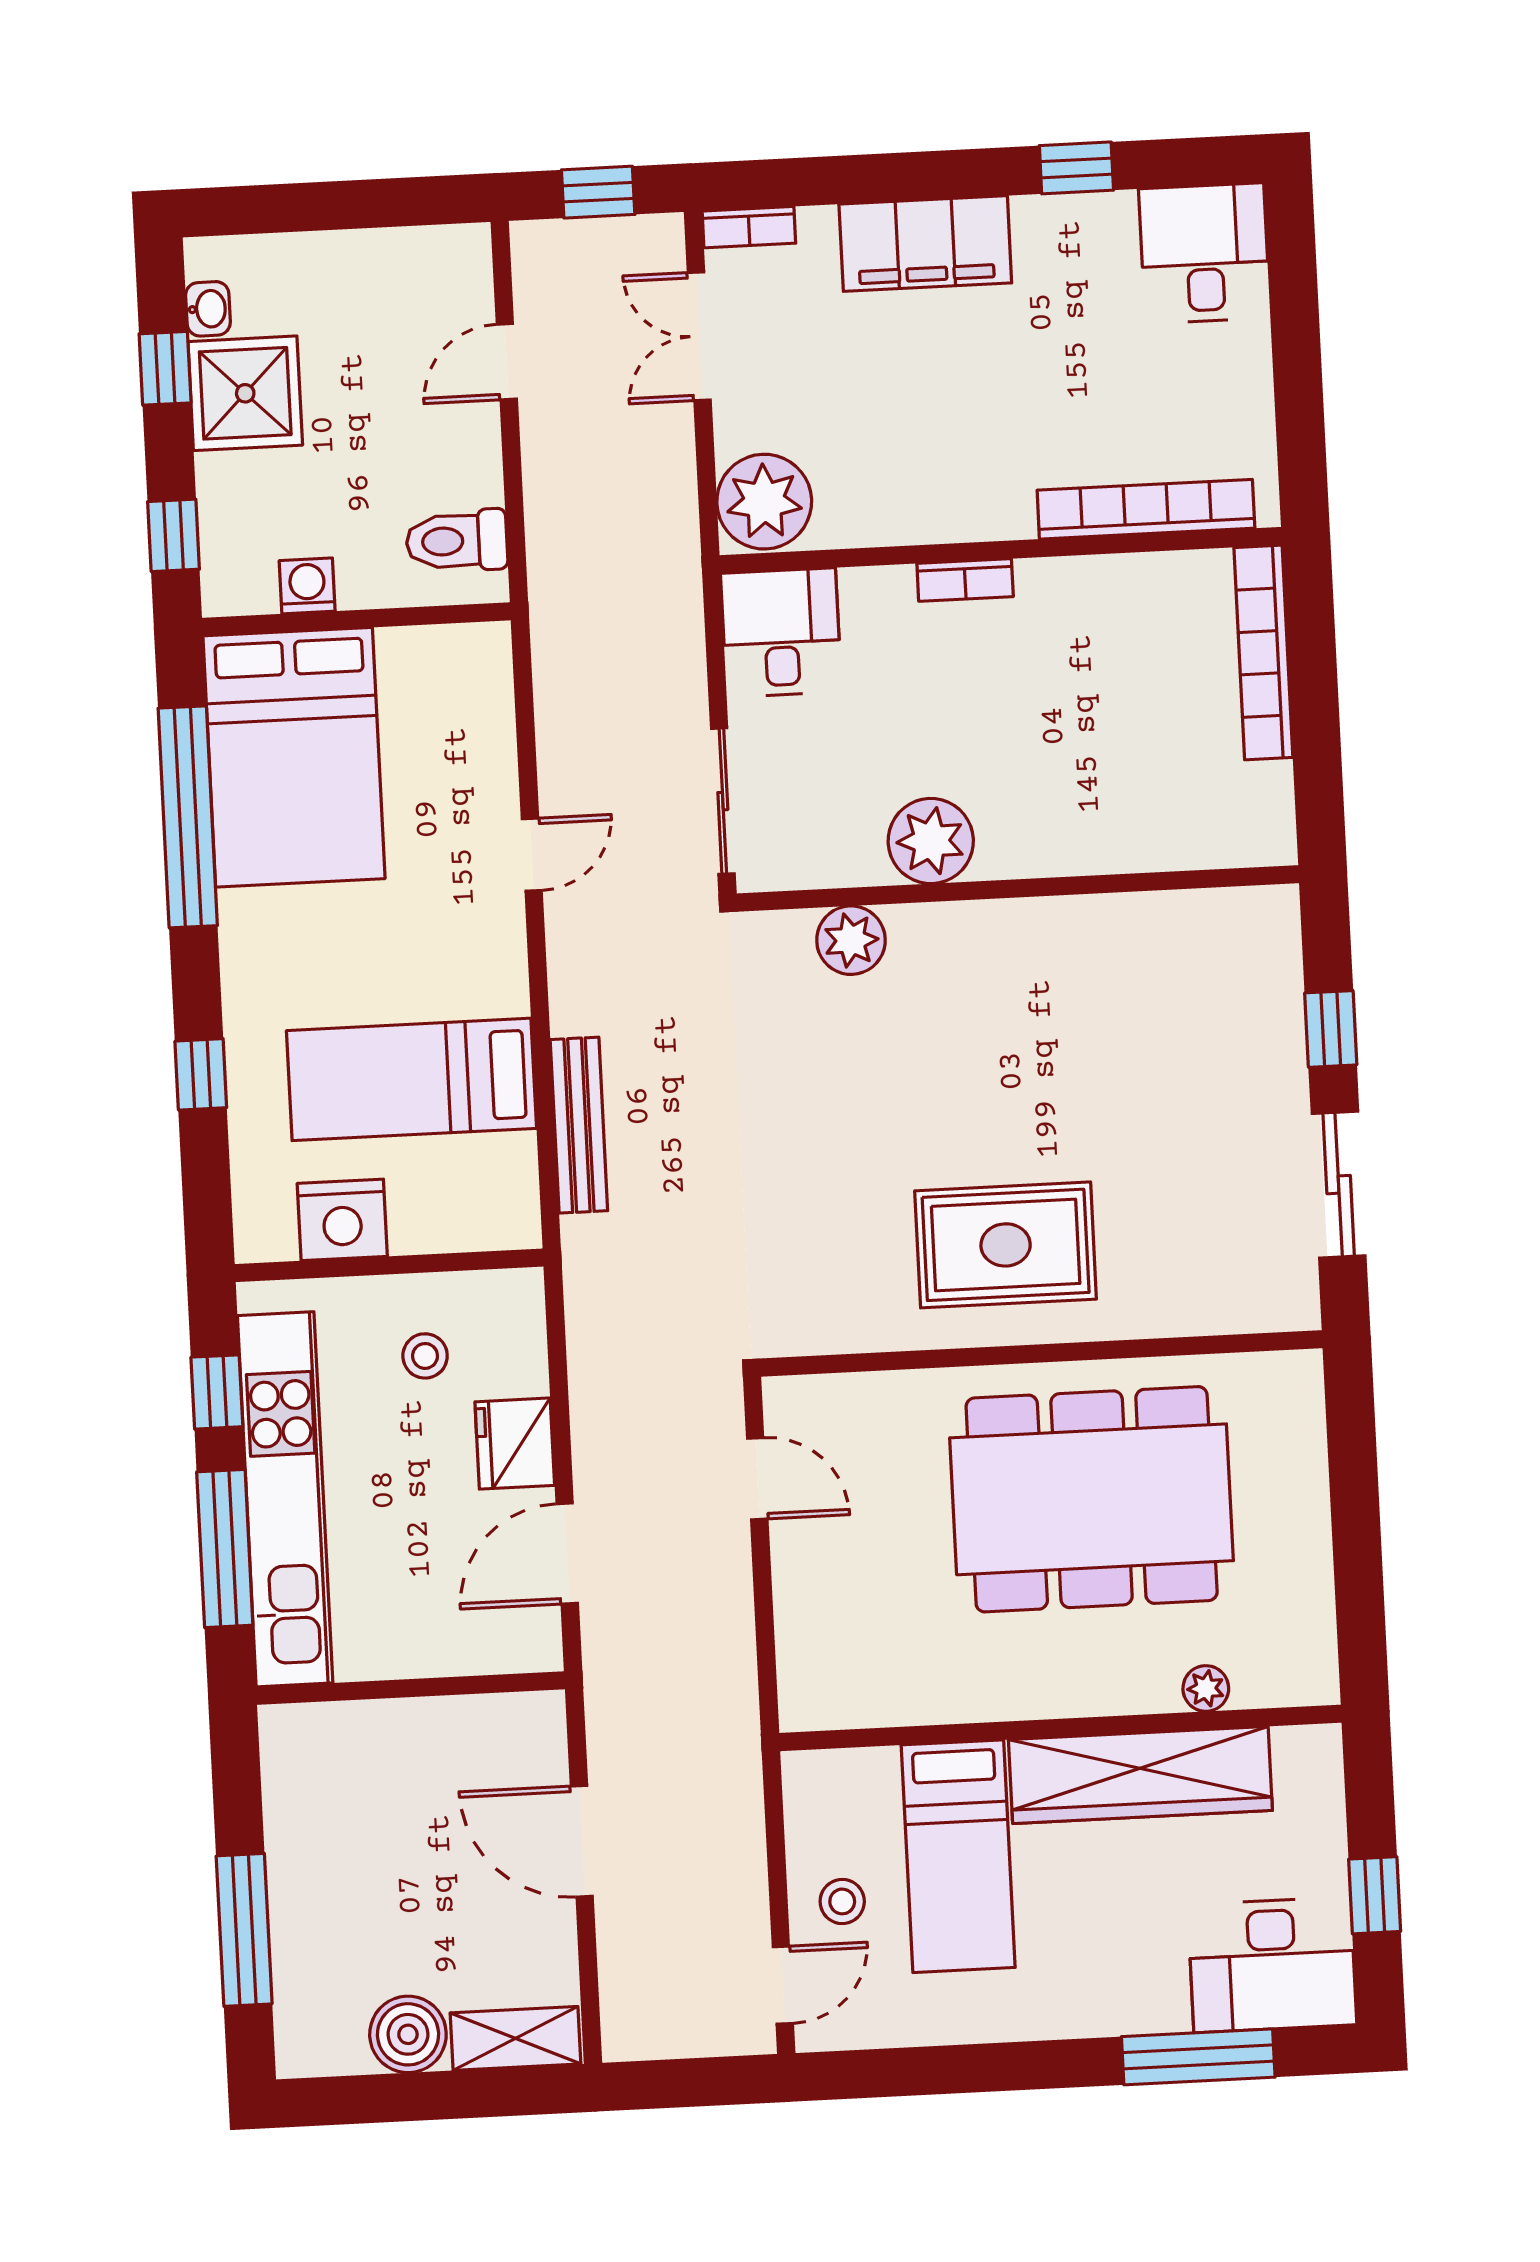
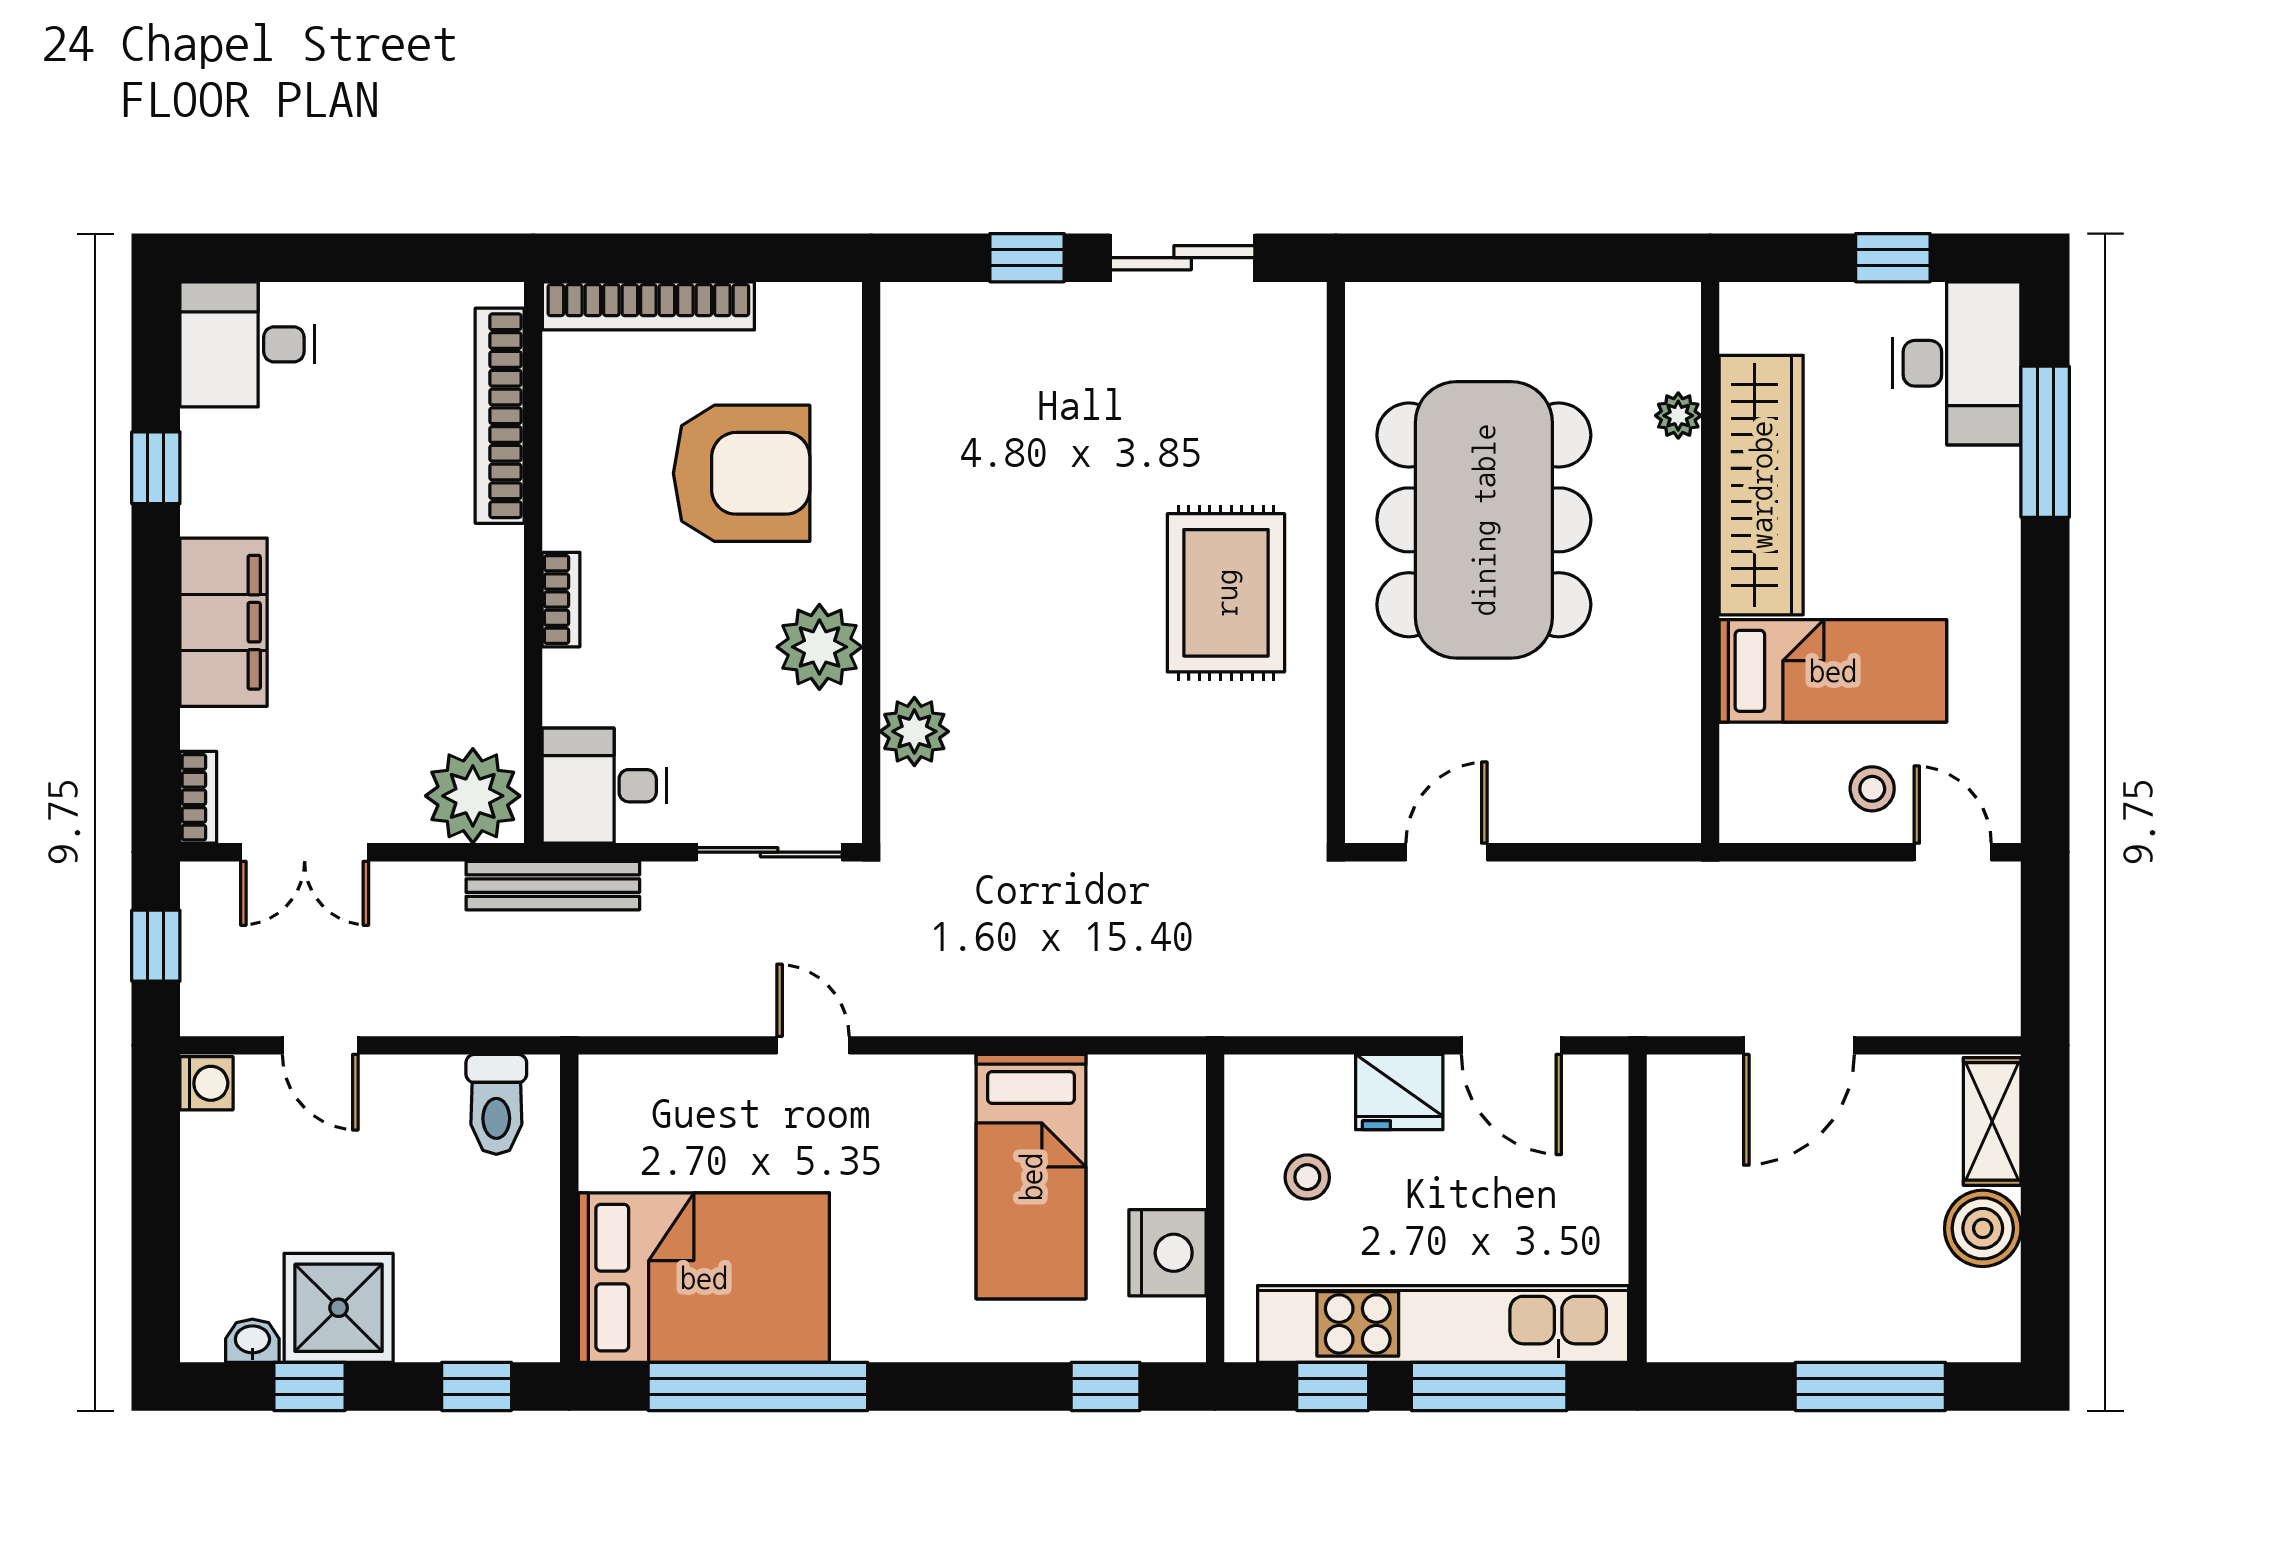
washing machine: (307, 586) -> (207, 1083), moved, turned 180
armchair: (1101, 754) -> (742, 473), added
window: (201, 1074) -> (1106, 1386), moved
bench: (579, 1125) -> (553, 886), moved

